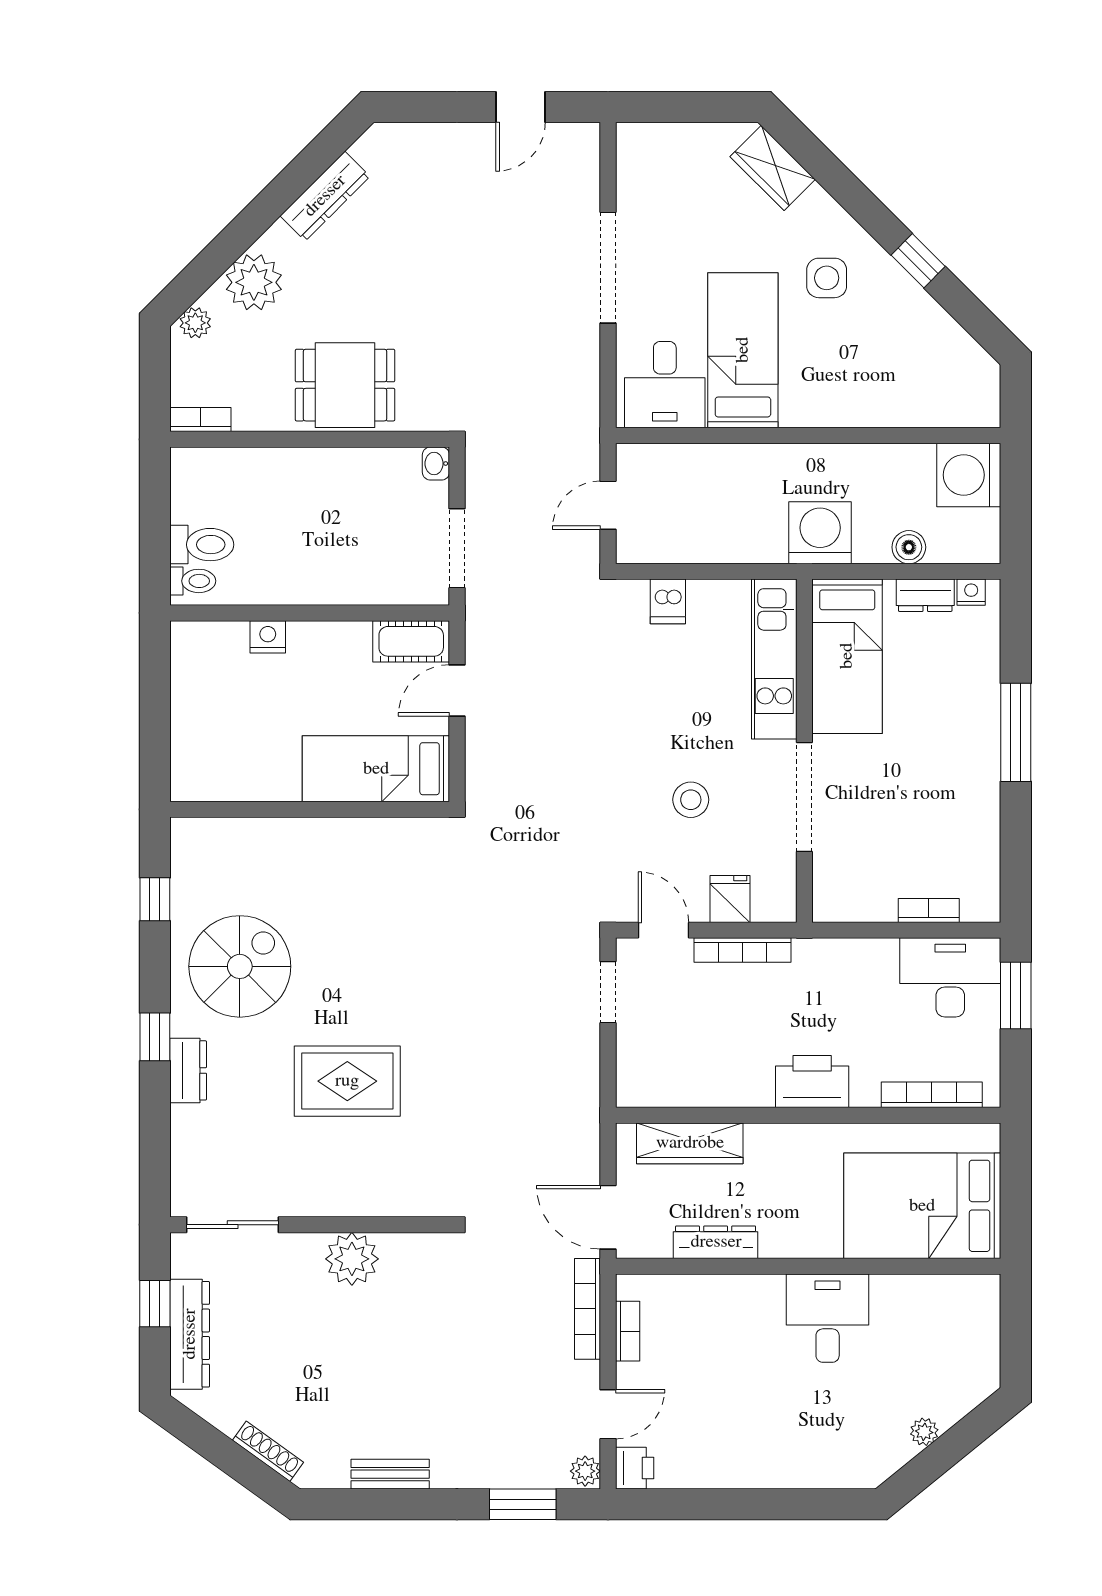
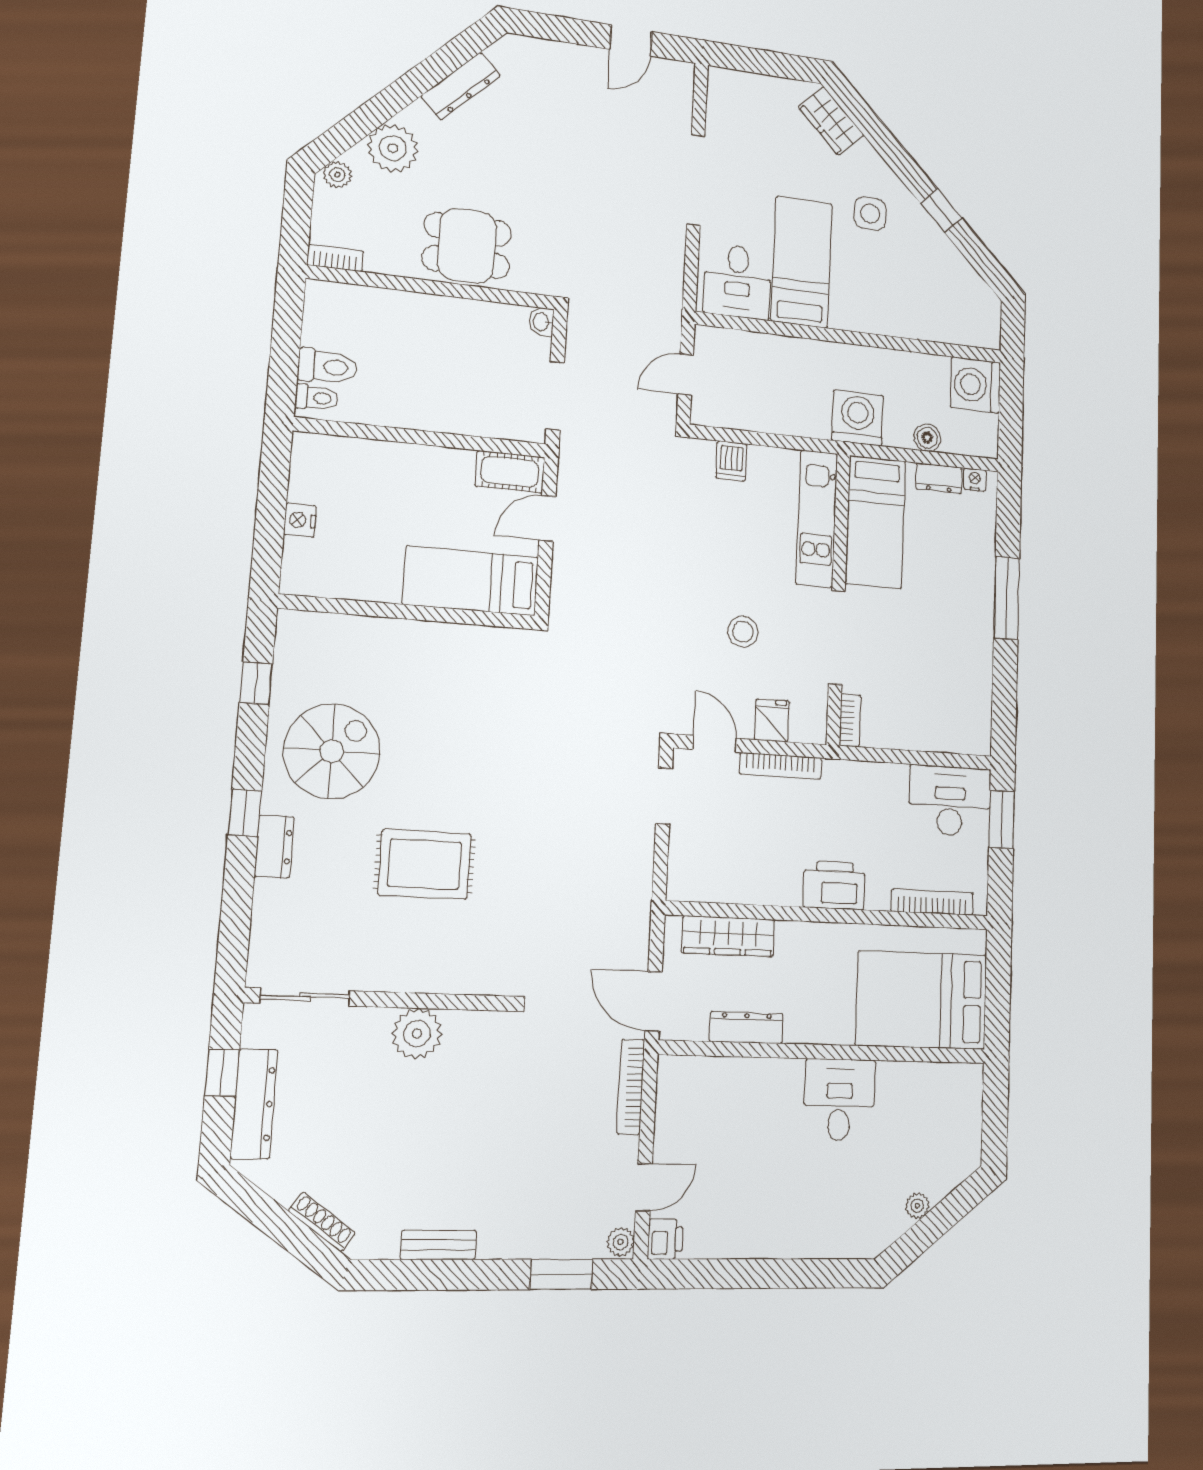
nightstand: (268, 637) -> (300, 520), moved, turned -90
bookcase: (929, 910) -> (850, 720), moved, turned 90
bookcase: (628, 1331) -> (665, 1108), removed

